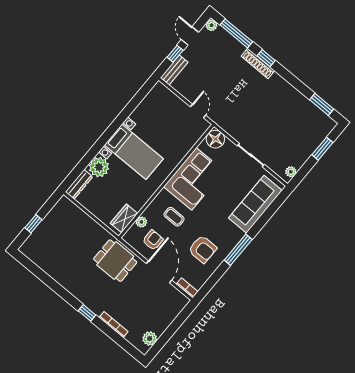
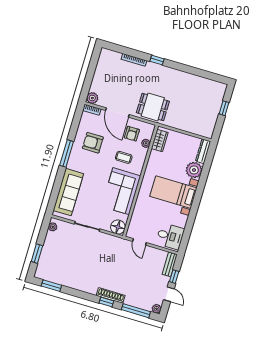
desk: (160, 103) -> (170, 236), added
plant: (150, 338) -> (92, 98), moved

